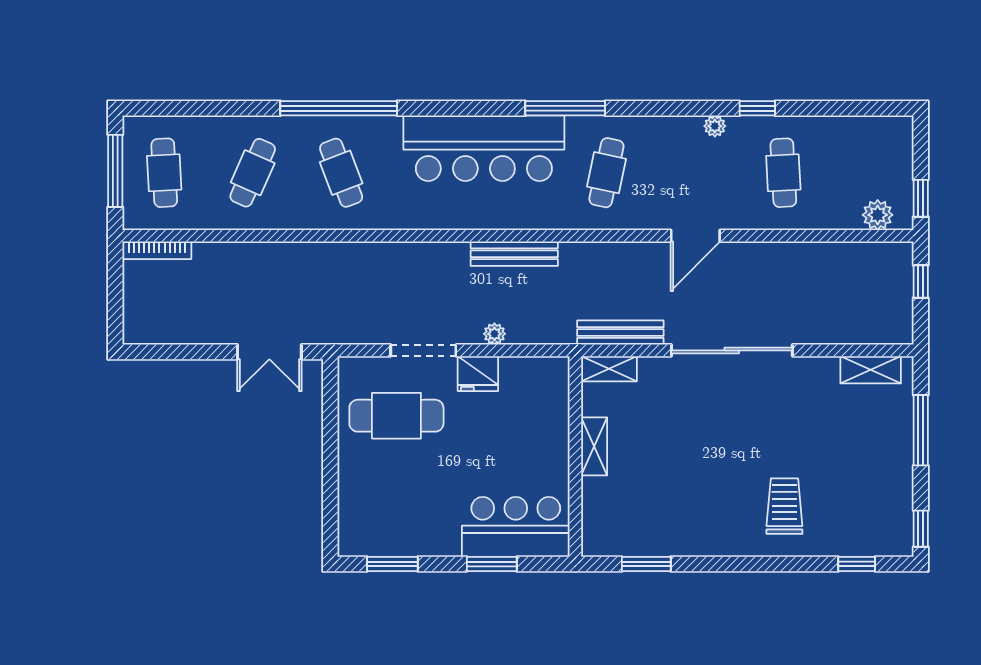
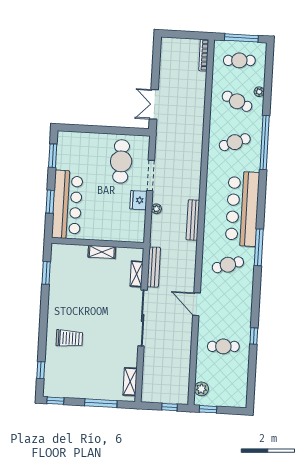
plant: (715, 126) -> (259, 92), moved
cafe table: (606, 173) -> (228, 265), turned -30
shelving: (609, 369) -> (137, 274), moved
bar counter: (516, 527) -> (67, 205), width x1.36

